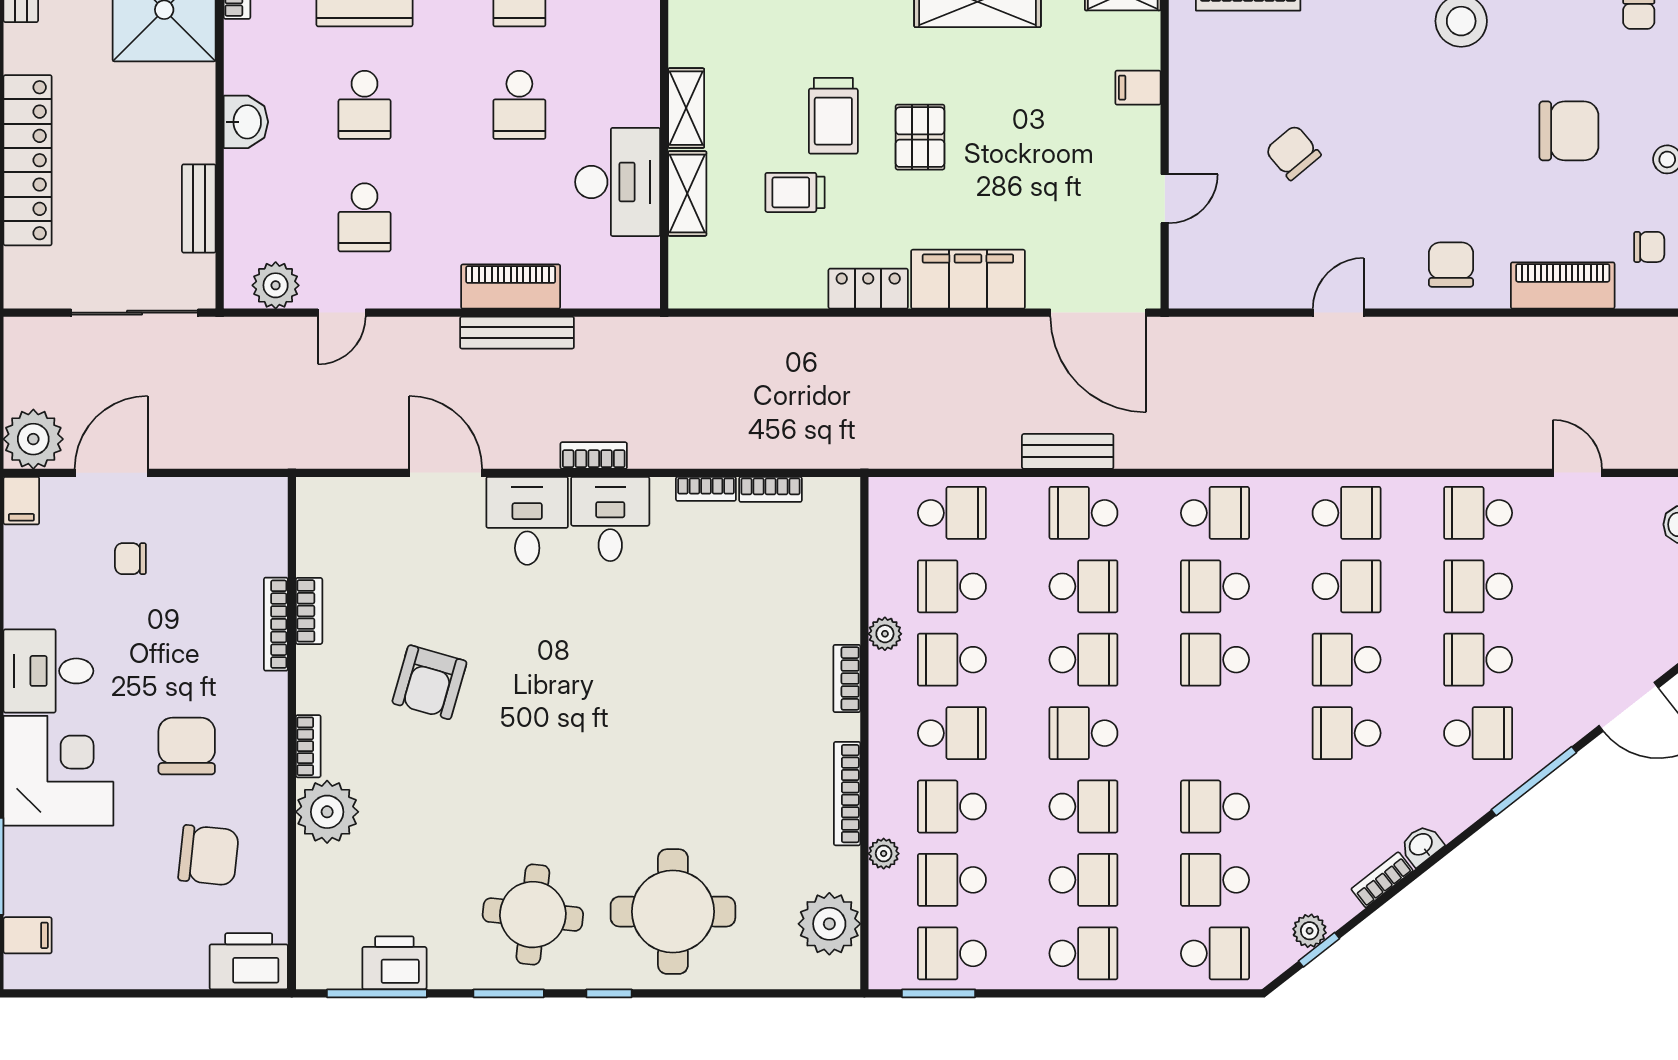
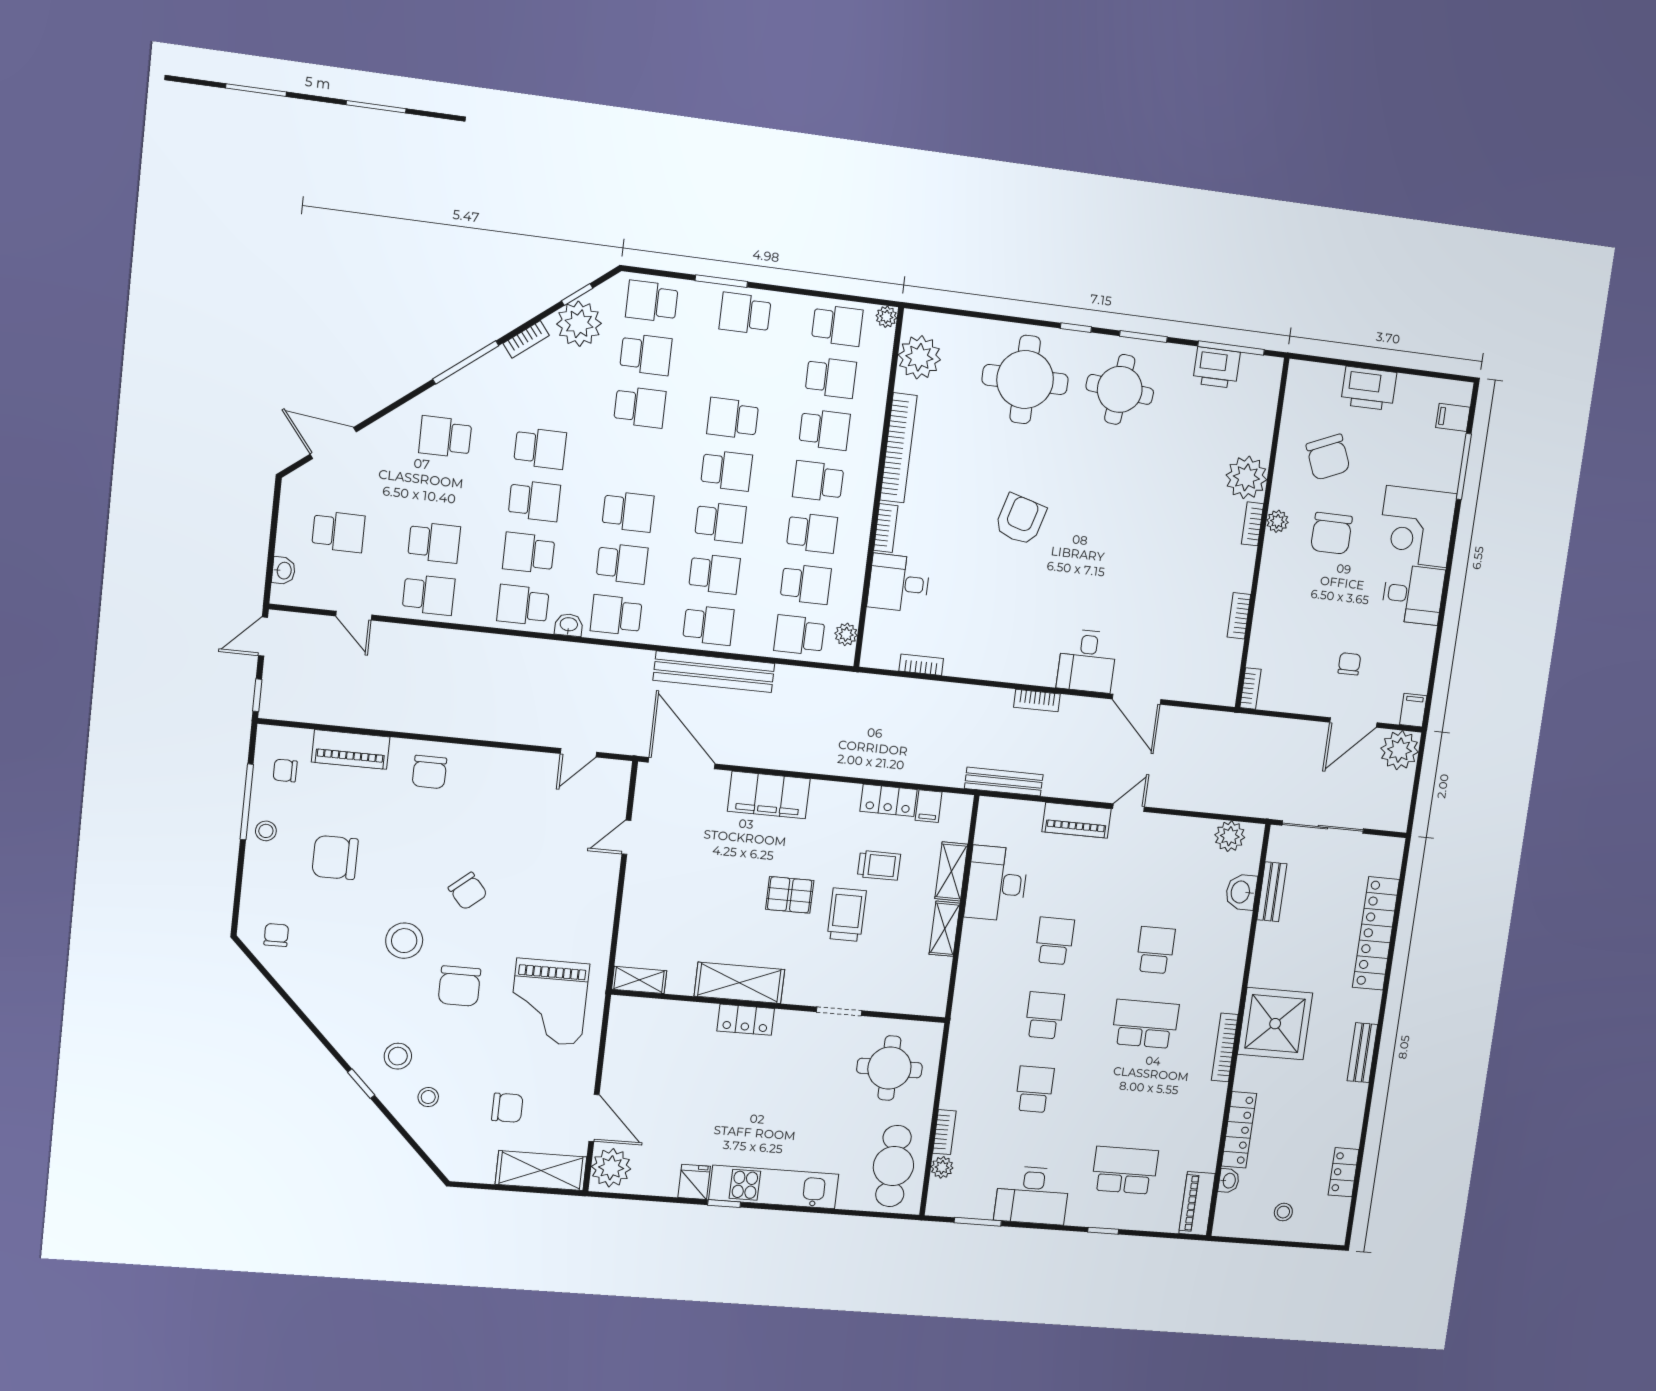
filing cabinet: (1138, 88) -> (929, 806), moved, turned 90
washbasin: (246, 122) -> (1241, 892), moved
pallet: (920, 137) -> (790, 895), turned 90
chair: (1293, 153) -> (468, 891), moved
school desk: (365, 217) -> (1166, 876), removed
locker: (868, 289) -> (889, 800), moved
door: (342, 313) -> (1129, 808), moved
door: (1338, 313) -> (578, 753), moved
bench: (517, 333) -> (1004, 782), moved
bench: (1068, 451) -> (714, 672), width x1.86, depth x1.21
bookcase: (706, 489) -> (965, 670), removed
desk: (610, 519) -> (899, 583), moved, turned 90
chair: (130, 559) -> (1349, 664), turned -90
school desk: (1083, 586) -> (714, 574), turned 180
bookcase: (276, 624) -> (1251, 688), moved, width x0.64
plant: (885, 634) -> (846, 634), moved
school desk: (1083, 660) -> (720, 522), turned 180
school desk: (1478, 660) -> (338, 532), moved
armchair: (429, 682) -> (1020, 519), moved
plant: (271, 754) -> (1277, 521), added
window: (1534, 781) -> (466, 362), moved
bookcase: (847, 794) -> (899, 448), width x1.48, depth x1.31
washbasin: (1421, 845) -> (569, 625), moved, turned -142
plant: (884, 854) -> (886, 317), moved
chair: (209, 855) -> (1328, 457), turned -119
school desk: (1083, 880) -> (739, 366), removed
plant: (1310, 931) -> (579, 324), width x1.88, depth x1.88
printer: (249, 961) -> (1369, 388), moved
window: (939, 993) -> (721, 281), moved

